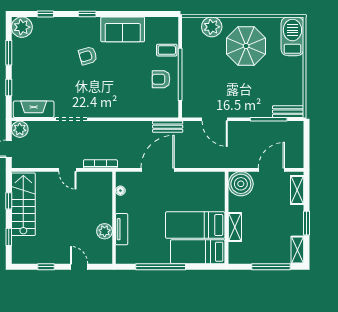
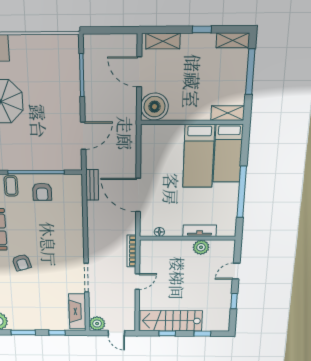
bench: (288, 112) -> (72, 53), removed
window: (307, 223) -> (202, 29), width x0.67
shelving: (235, 227) -> (228, 113), moved

